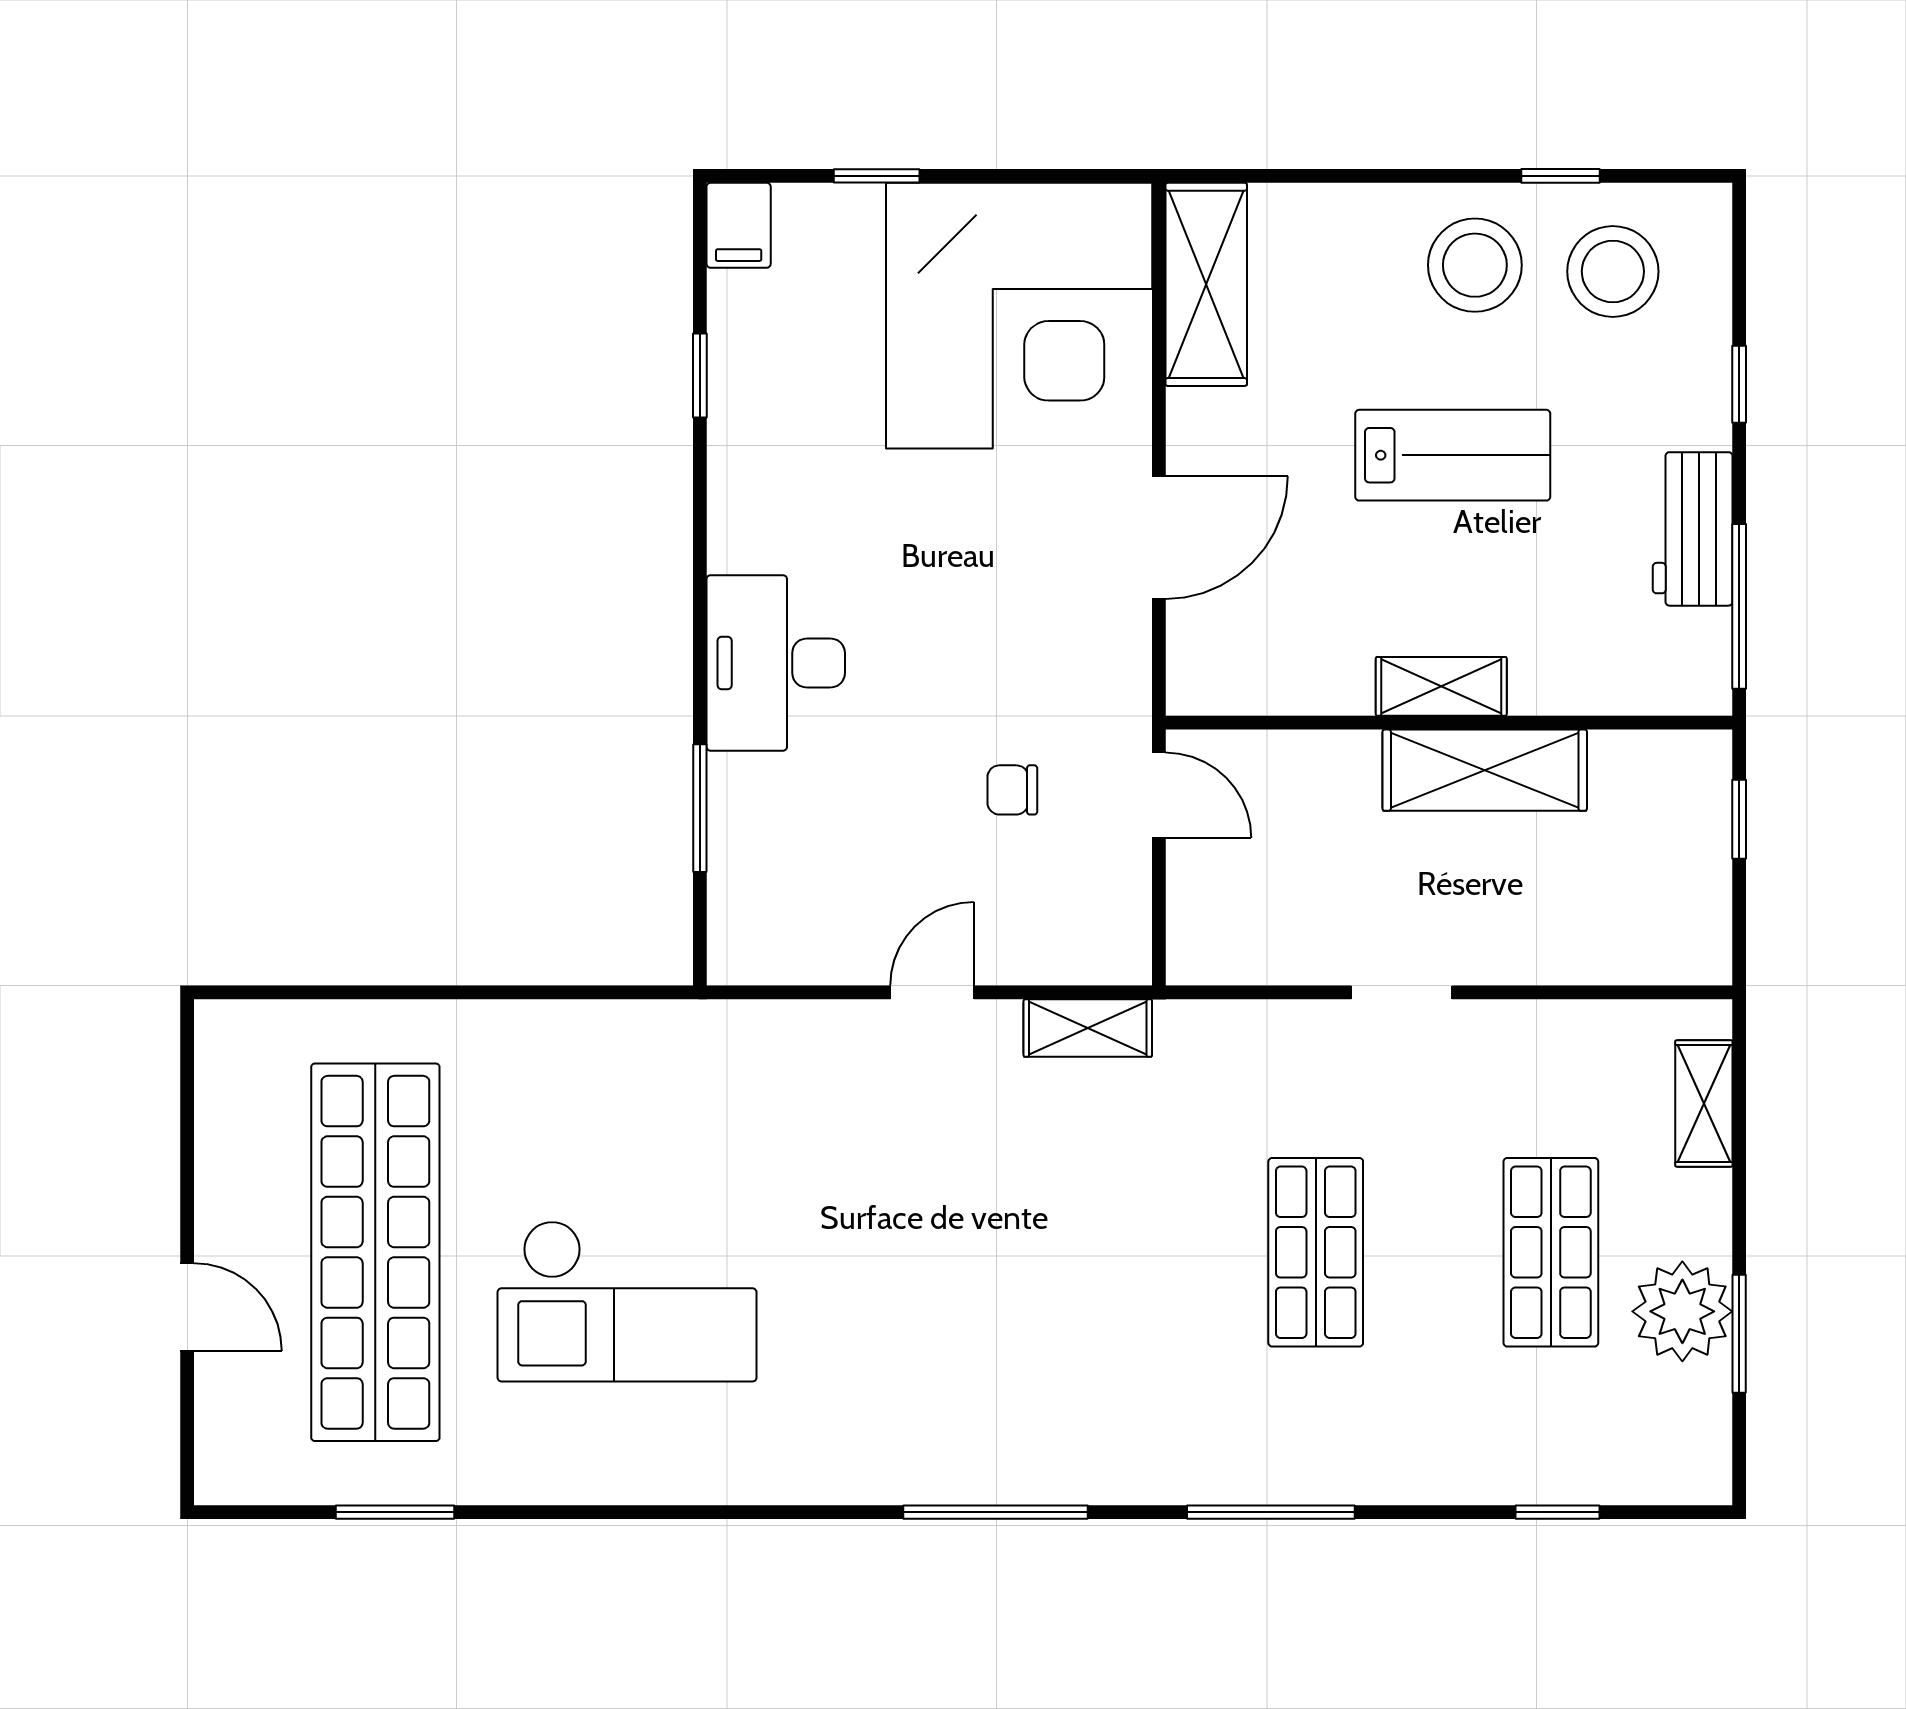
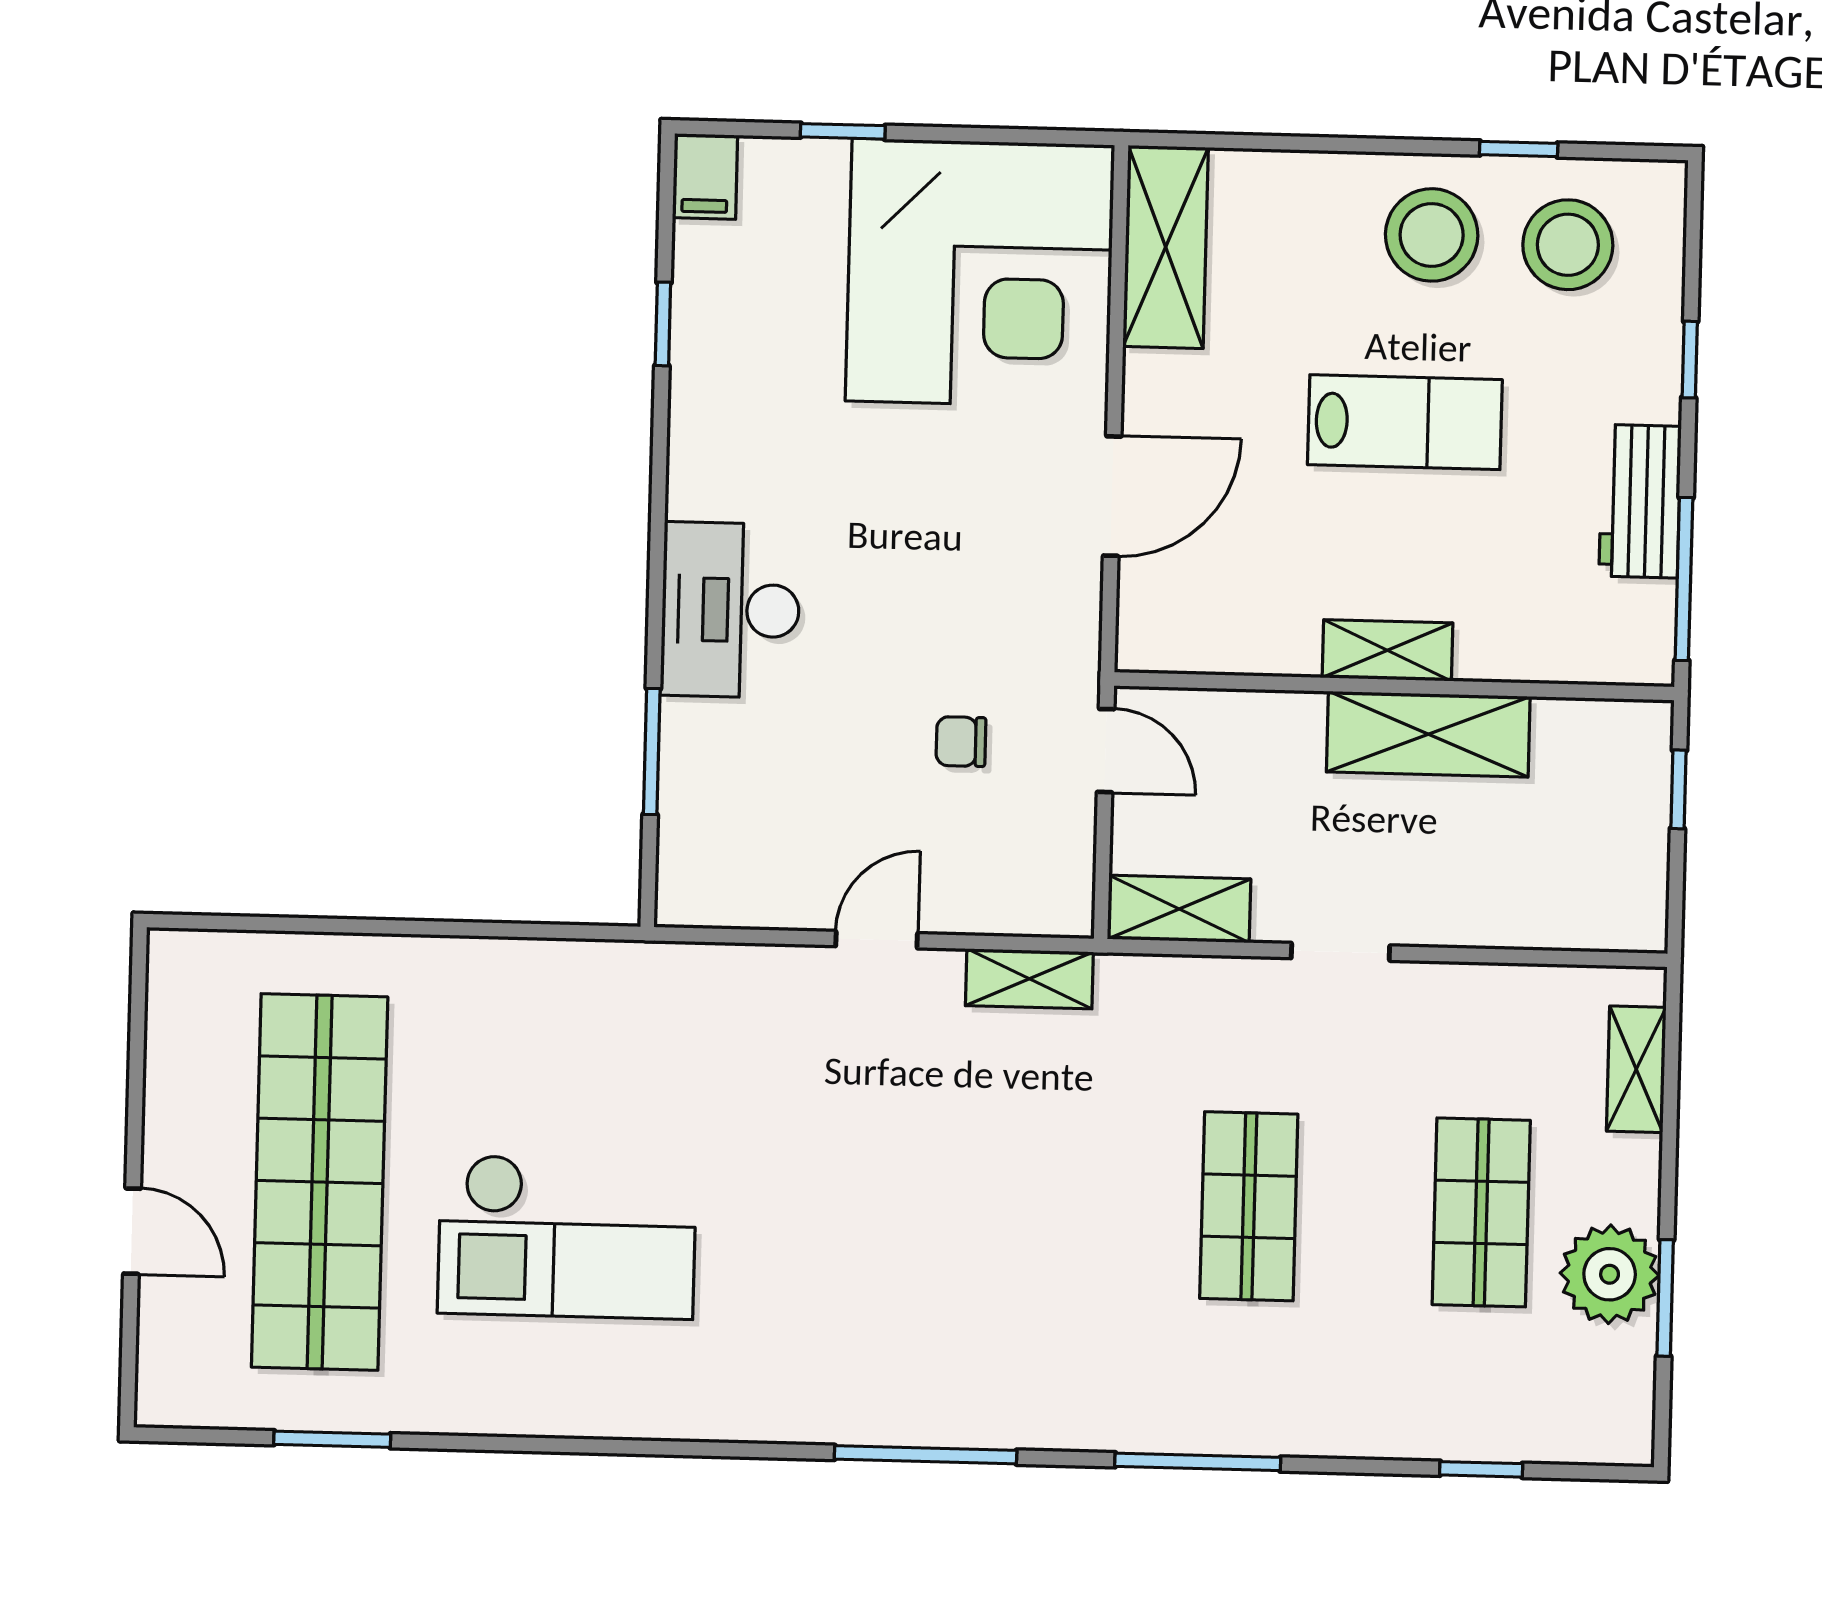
shelving: (1237, 953) -> (1179, 909), added

